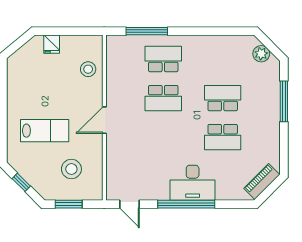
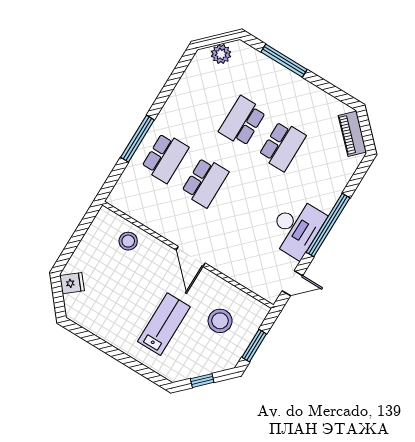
window: (147, 31) -> (137, 139), moved
fridge: (52, 44) -> (72, 283), moved, turned -40
school desk: (163, 59) -> (165, 158), turned 180
desk: (193, 183) -> (296, 228), moved

